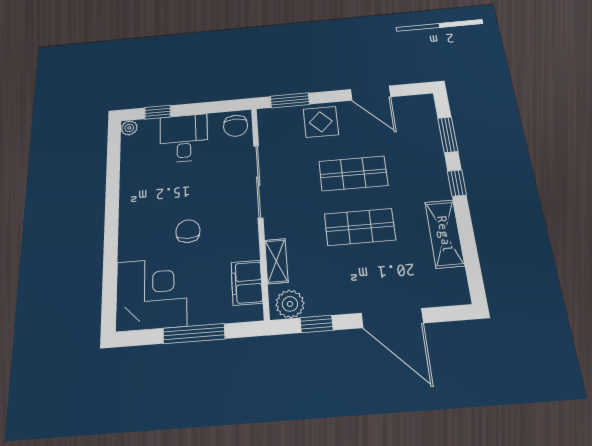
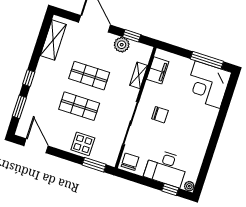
door: (371, 93) -> (36, 146), moved
desk: (184, 138) -> (166, 168), width x1.37
chair: (188, 231) -> (160, 115), moved, turned -90
shelving: (445, 234) -> (53, 40), moved
plant: (290, 304) -> (122, 45), moved
window: (194, 334) -> (207, 60), moved

